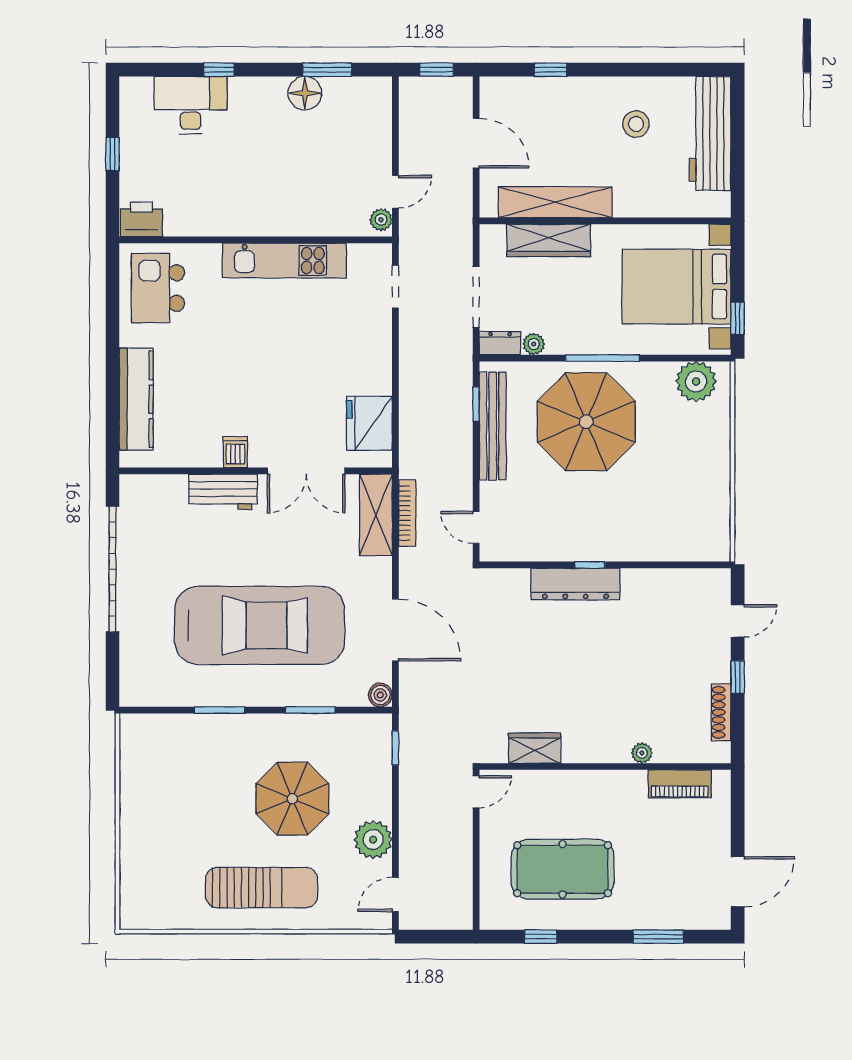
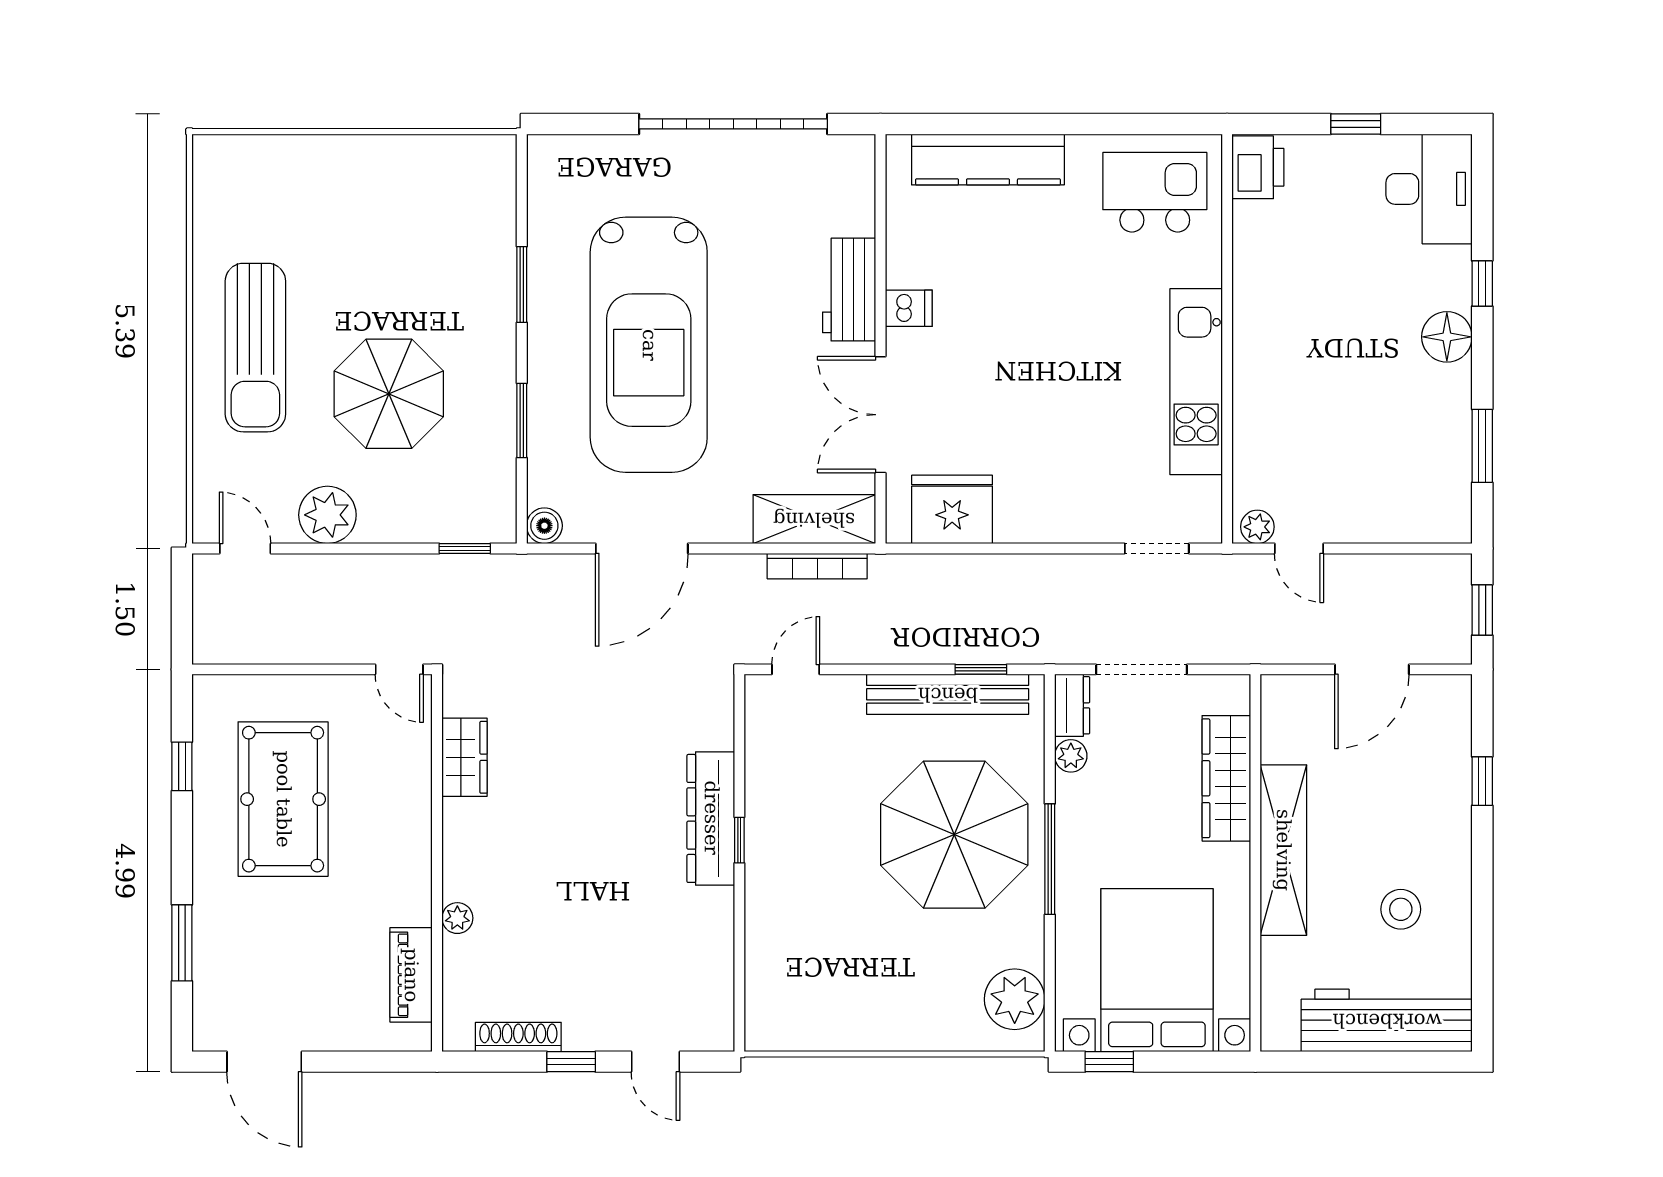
floor lamp: (305, 93) -> (1447, 337), moved
desk: (191, 105) -> (1429, 189), moved
shelving: (555, 202) -> (1283, 850), moved

